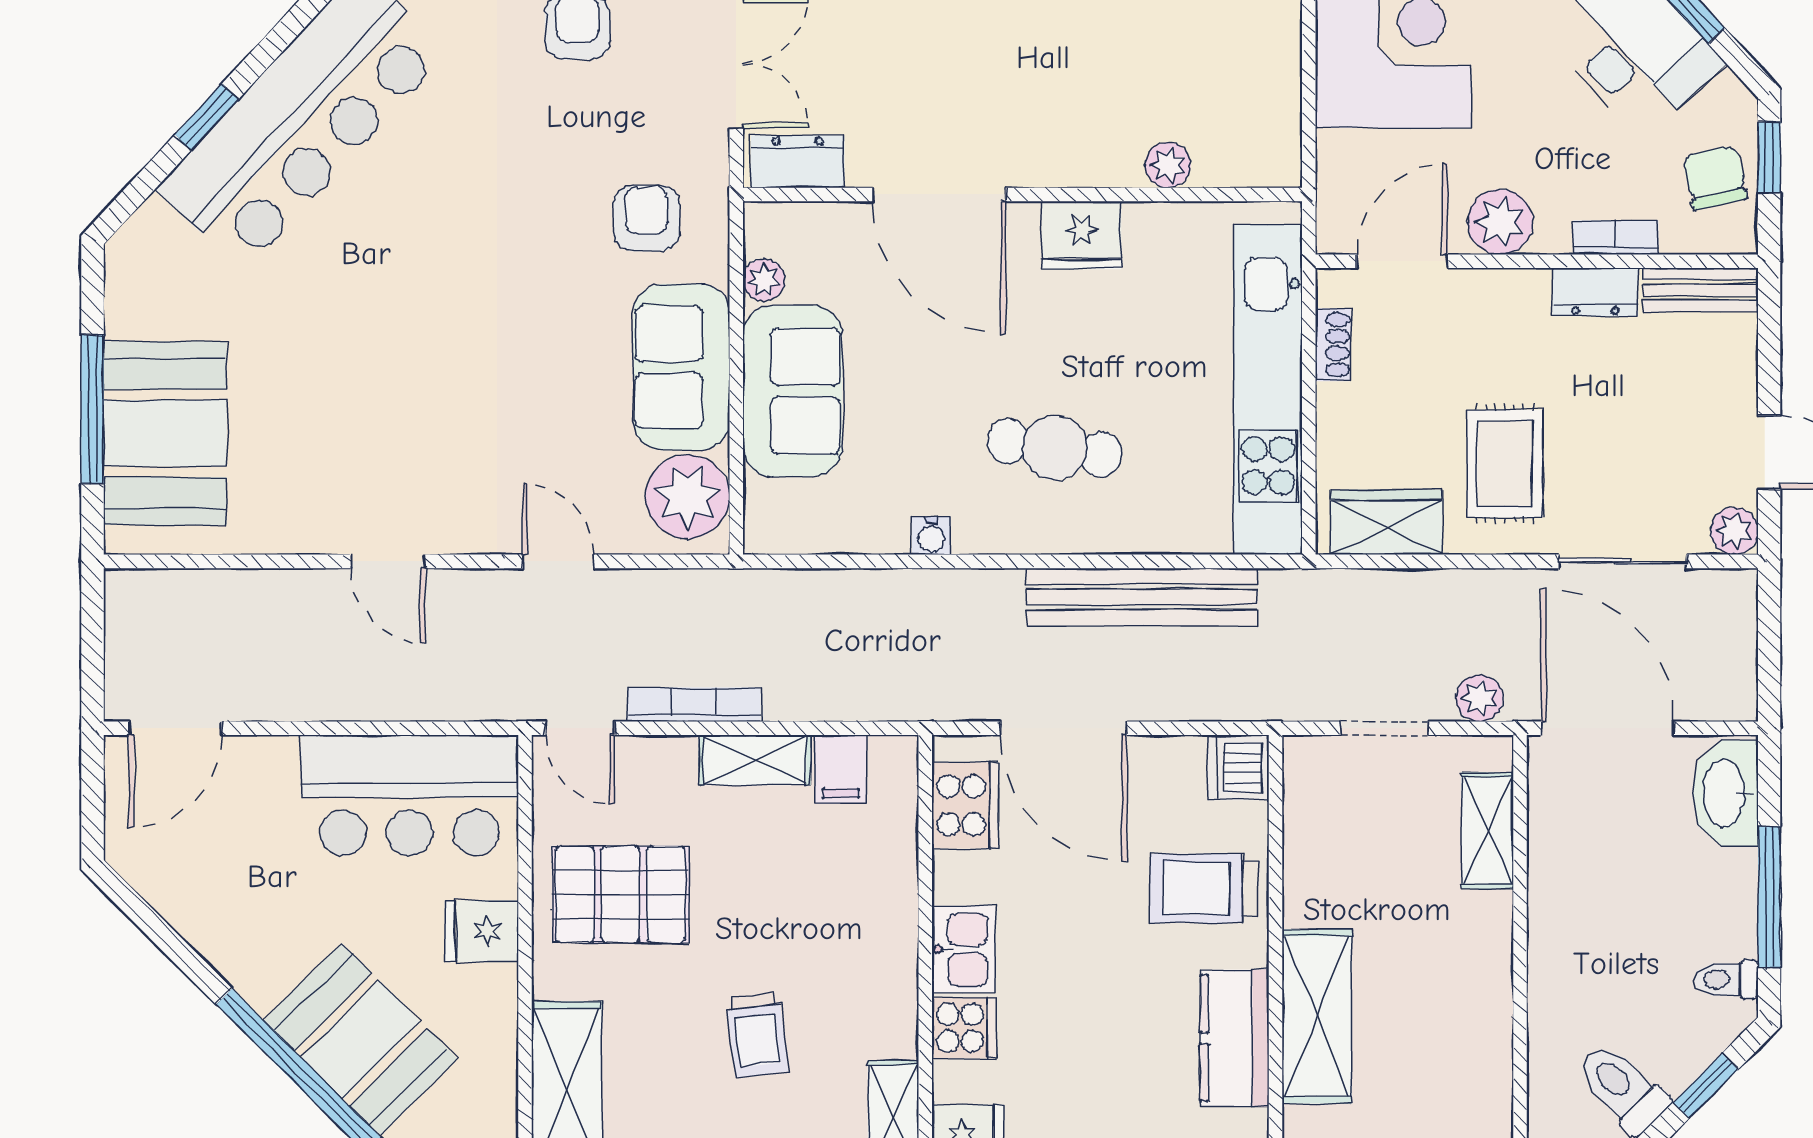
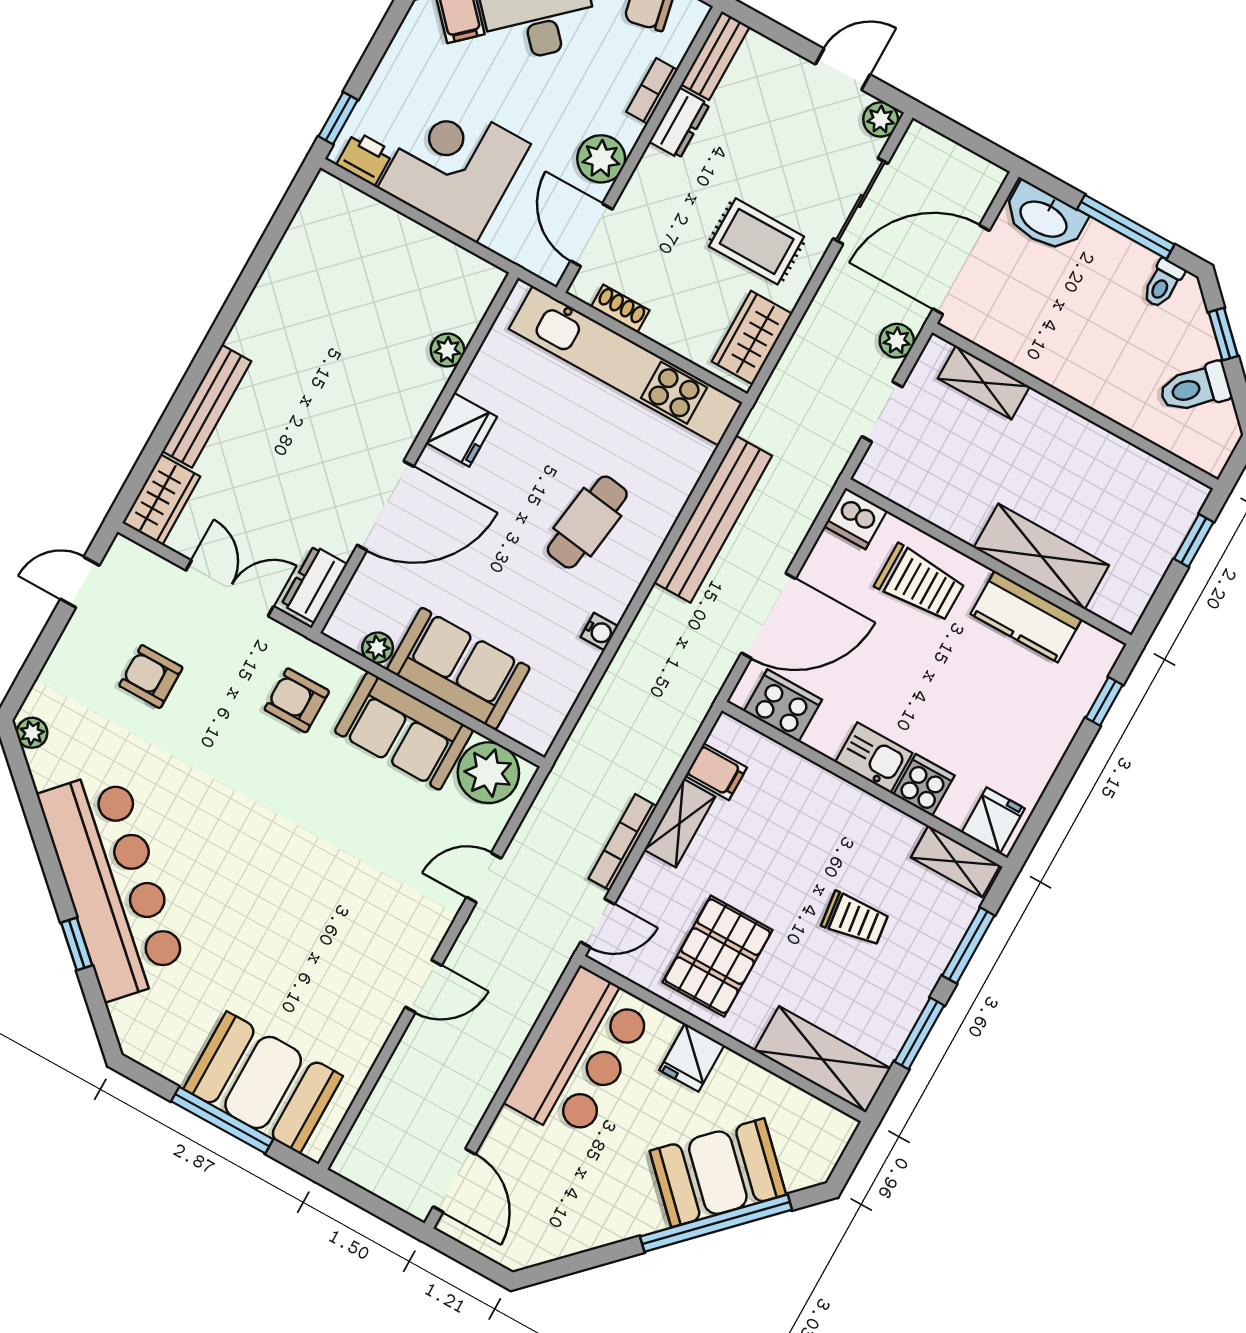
trolley: (1204, 888) -> (920, 583), turned -90

